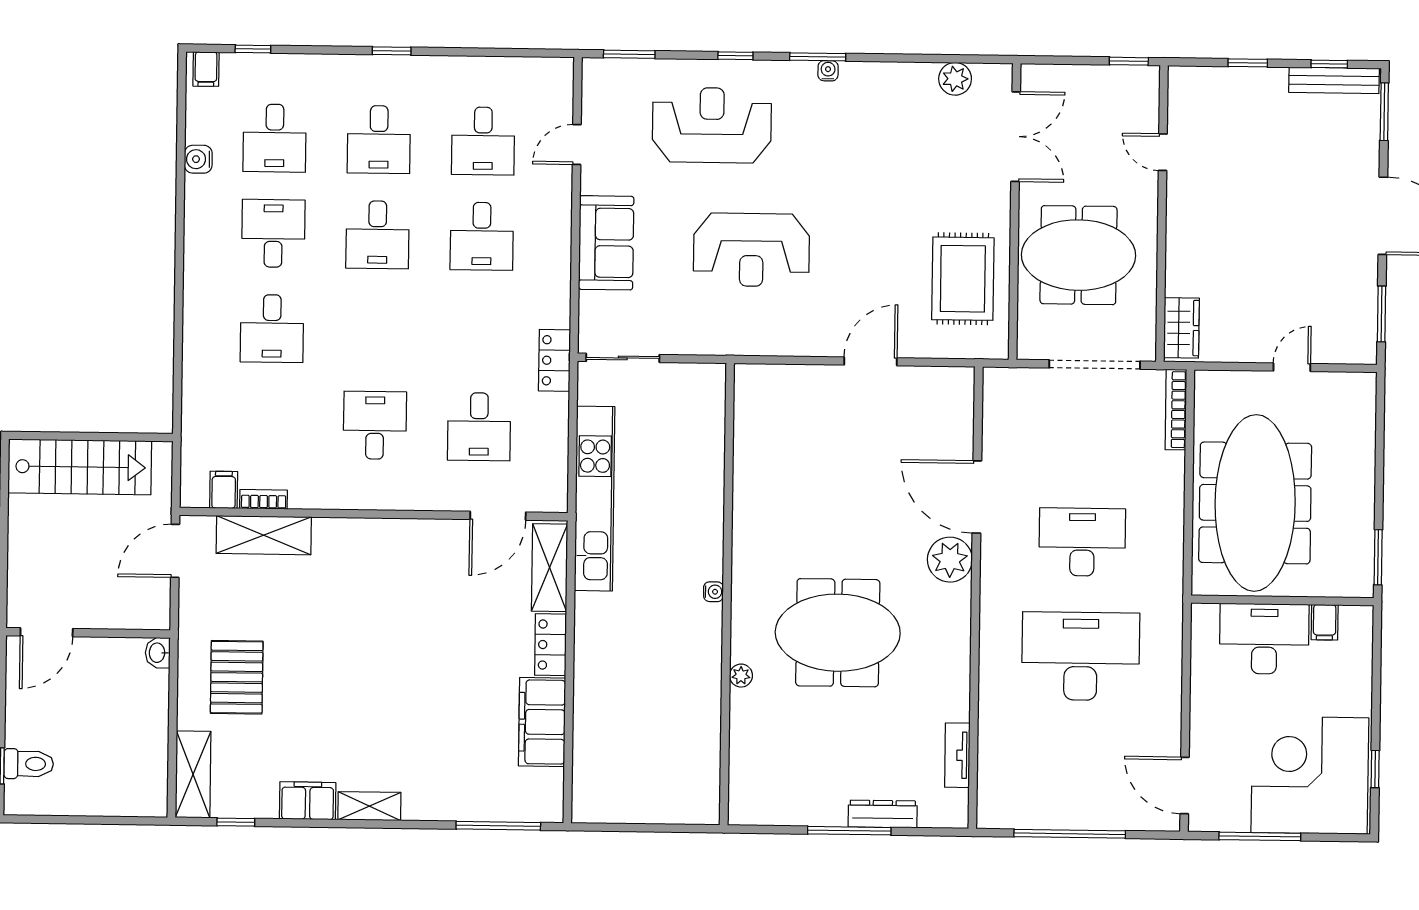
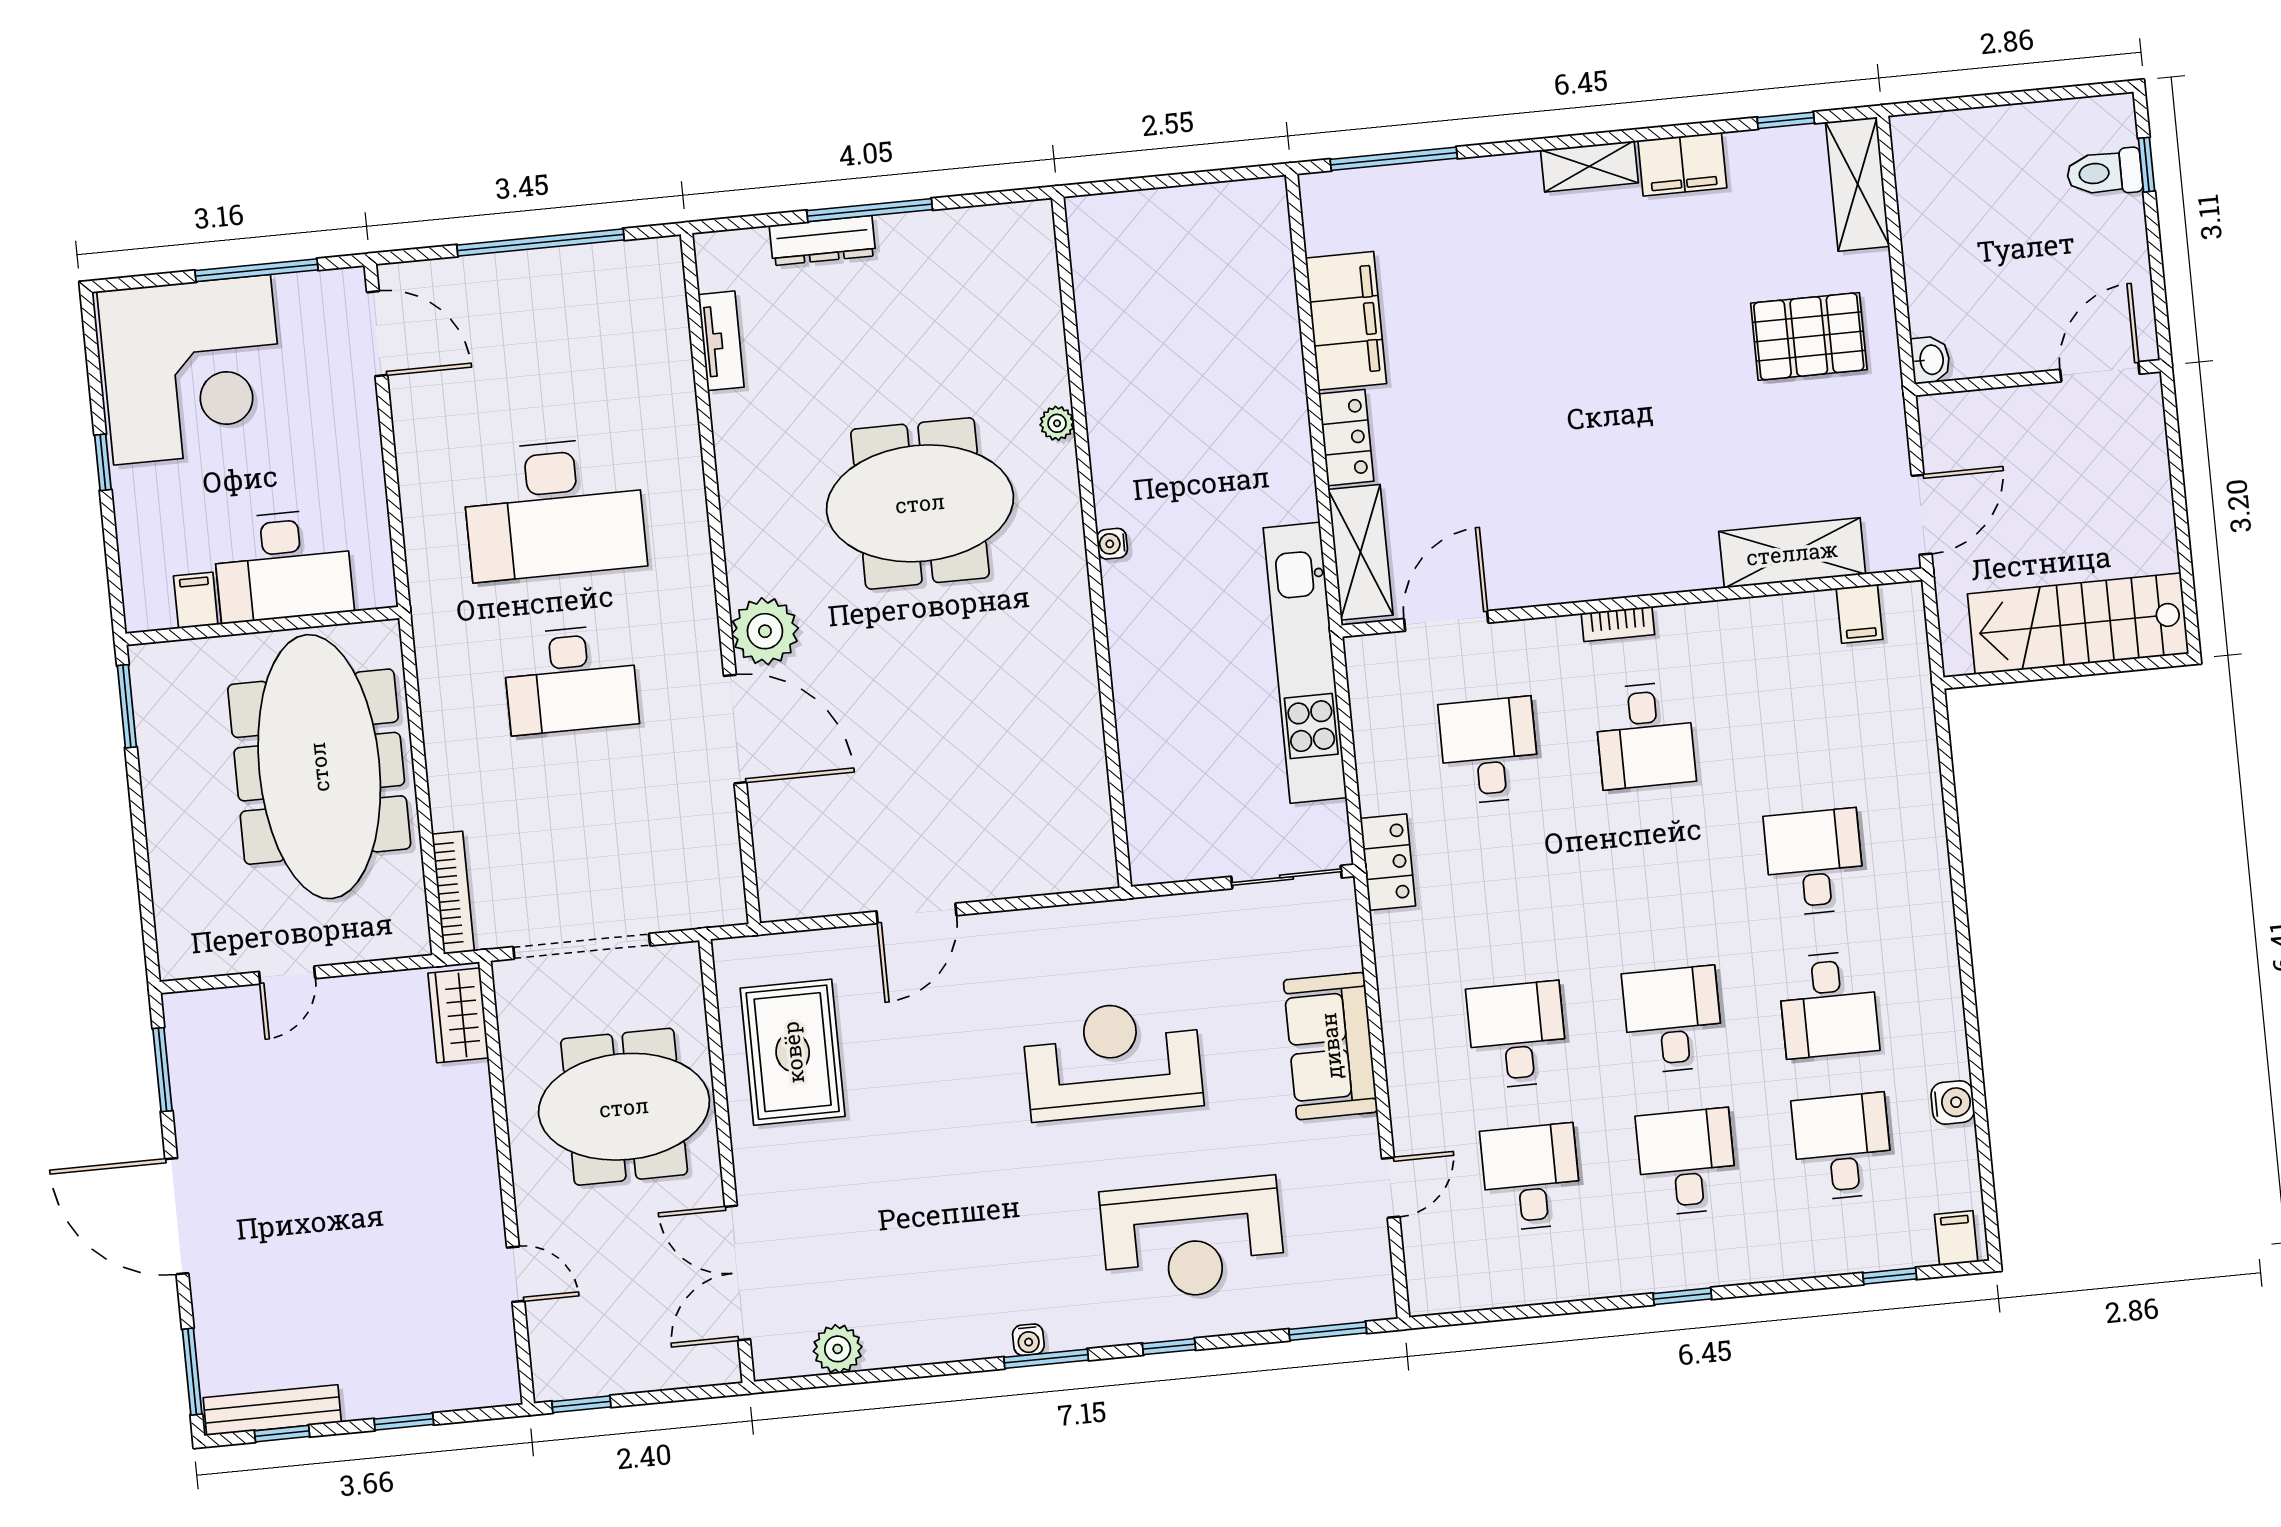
bookcase: (264, 499) -> (1618, 624), moved
pallet: (237, 677) -> (1809, 336), turned 90
window: (1375, 769) -> (103, 462), moved

